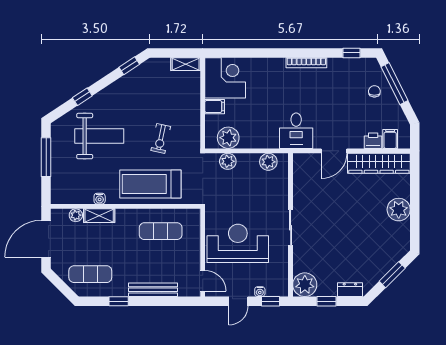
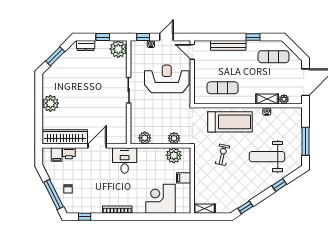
corner desk: (225, 78) -> (160, 199), moved, turned 90
reception desk: (238, 243) -> (167, 79), turned 180

